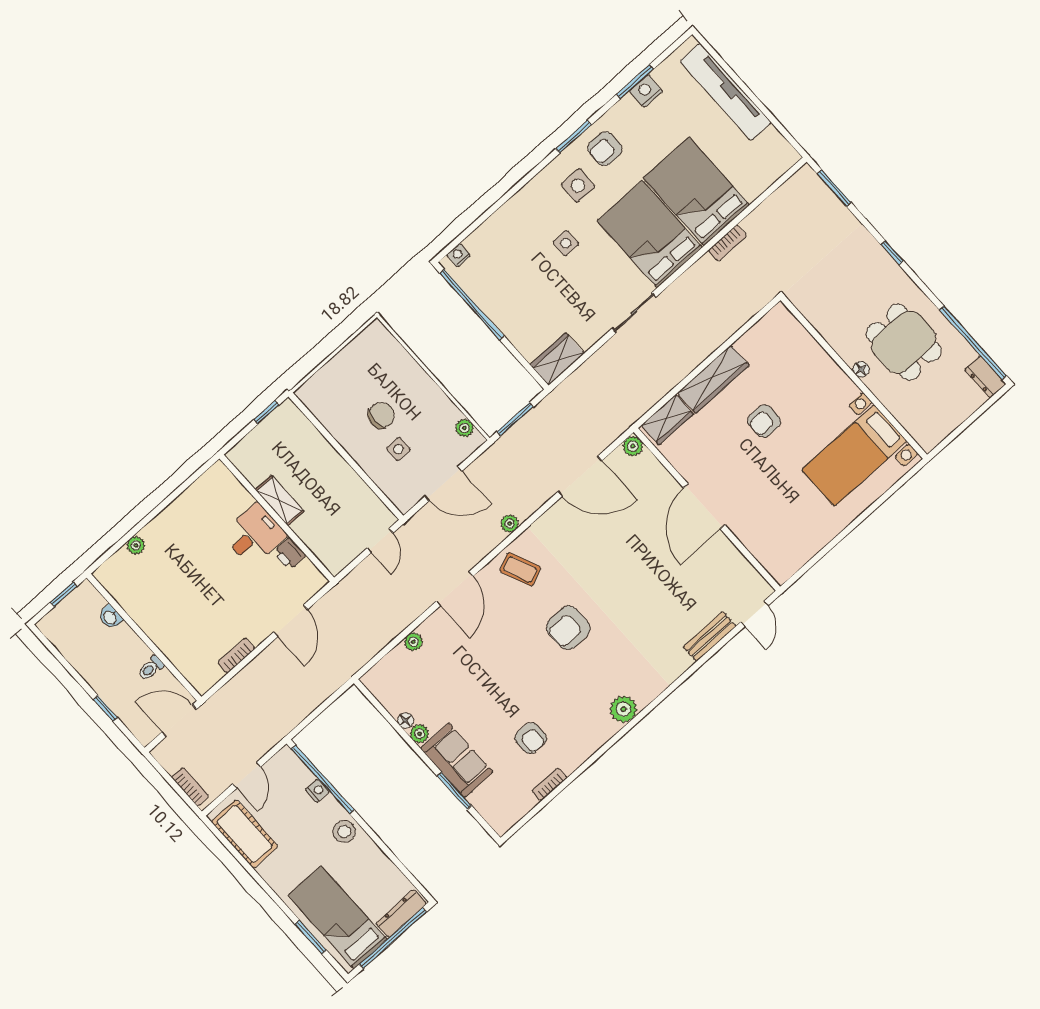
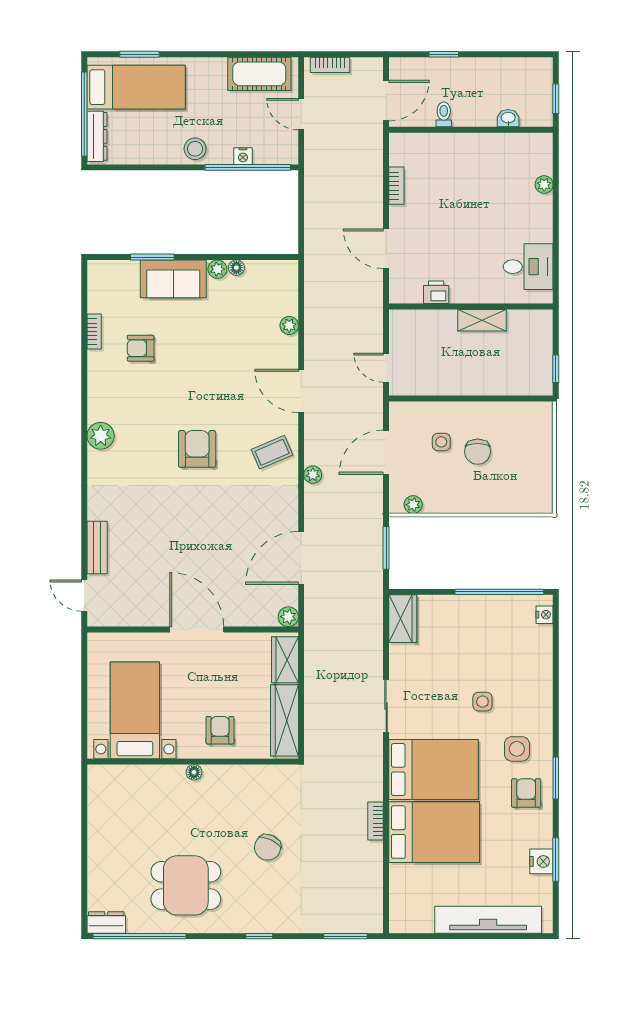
chair: (820, 306) -> (268, 847), added
floor lamp: (861, 369) -> (194, 772), moved
wall: (854, 377) -> (193, 762), moved
bed with nightstands: (854, 456) -> (135, 710), moved
desk: (254, 535) -> (528, 267), moved, turned -90

